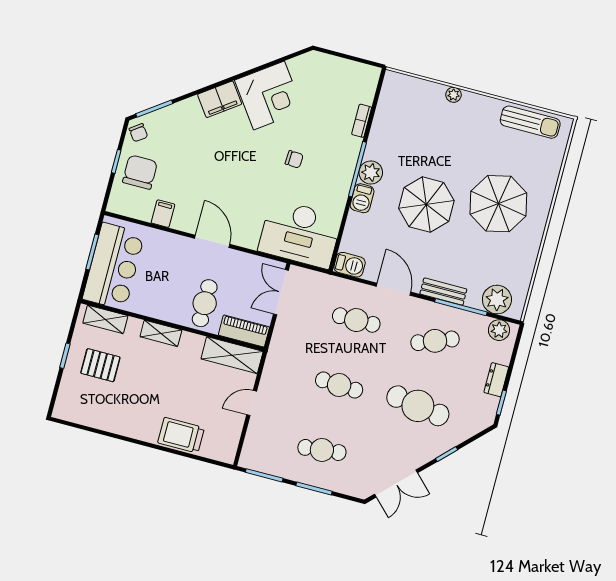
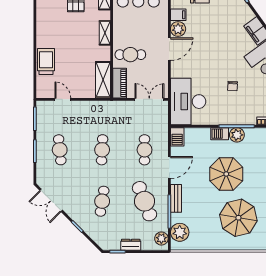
plant: (185, 220) -> (178, 29), added
cafe table: (435, 341) -> (145, 201), width x1.37, depth x1.35
door: (252, 403) -> (63, 99), moved
cafe table: (418, 406) -> (102, 201), width x0.73, depth x0.74

